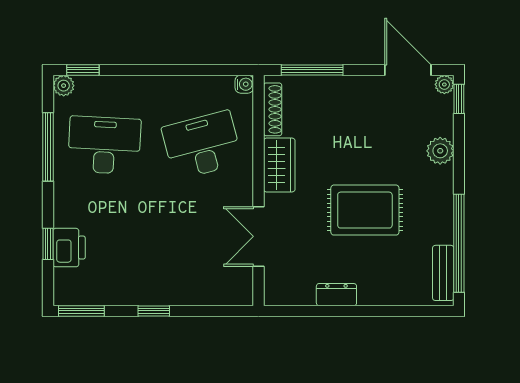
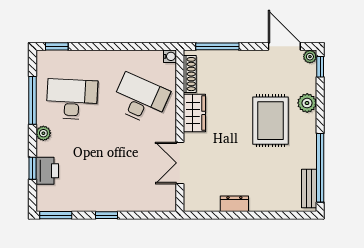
plant: (64, 86) -> (43, 133), moved
desk: (202, 145) -> (140, 99), turned 39
rug: (365, 210) -> (271, 121), moved, turned 90

